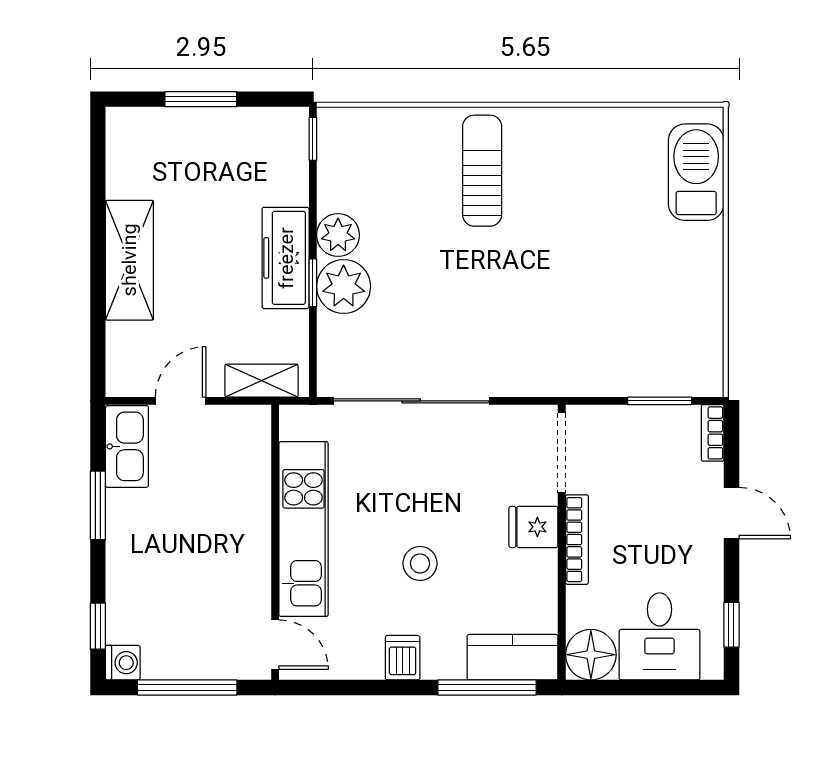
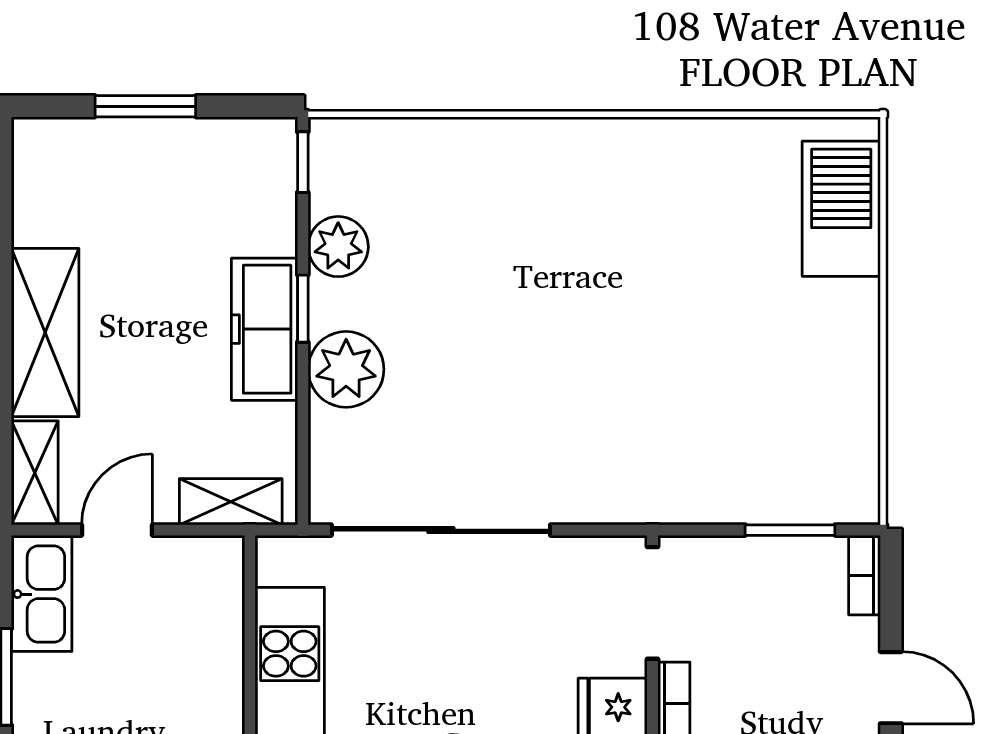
sun lounger: (482, 171) -> (541, 207), removed
plant: (338, 235) -> (338, 247), moved
window: (313, 283) -> (303, 309), moved
shelving: (122, 360) -> (35, 473), added

